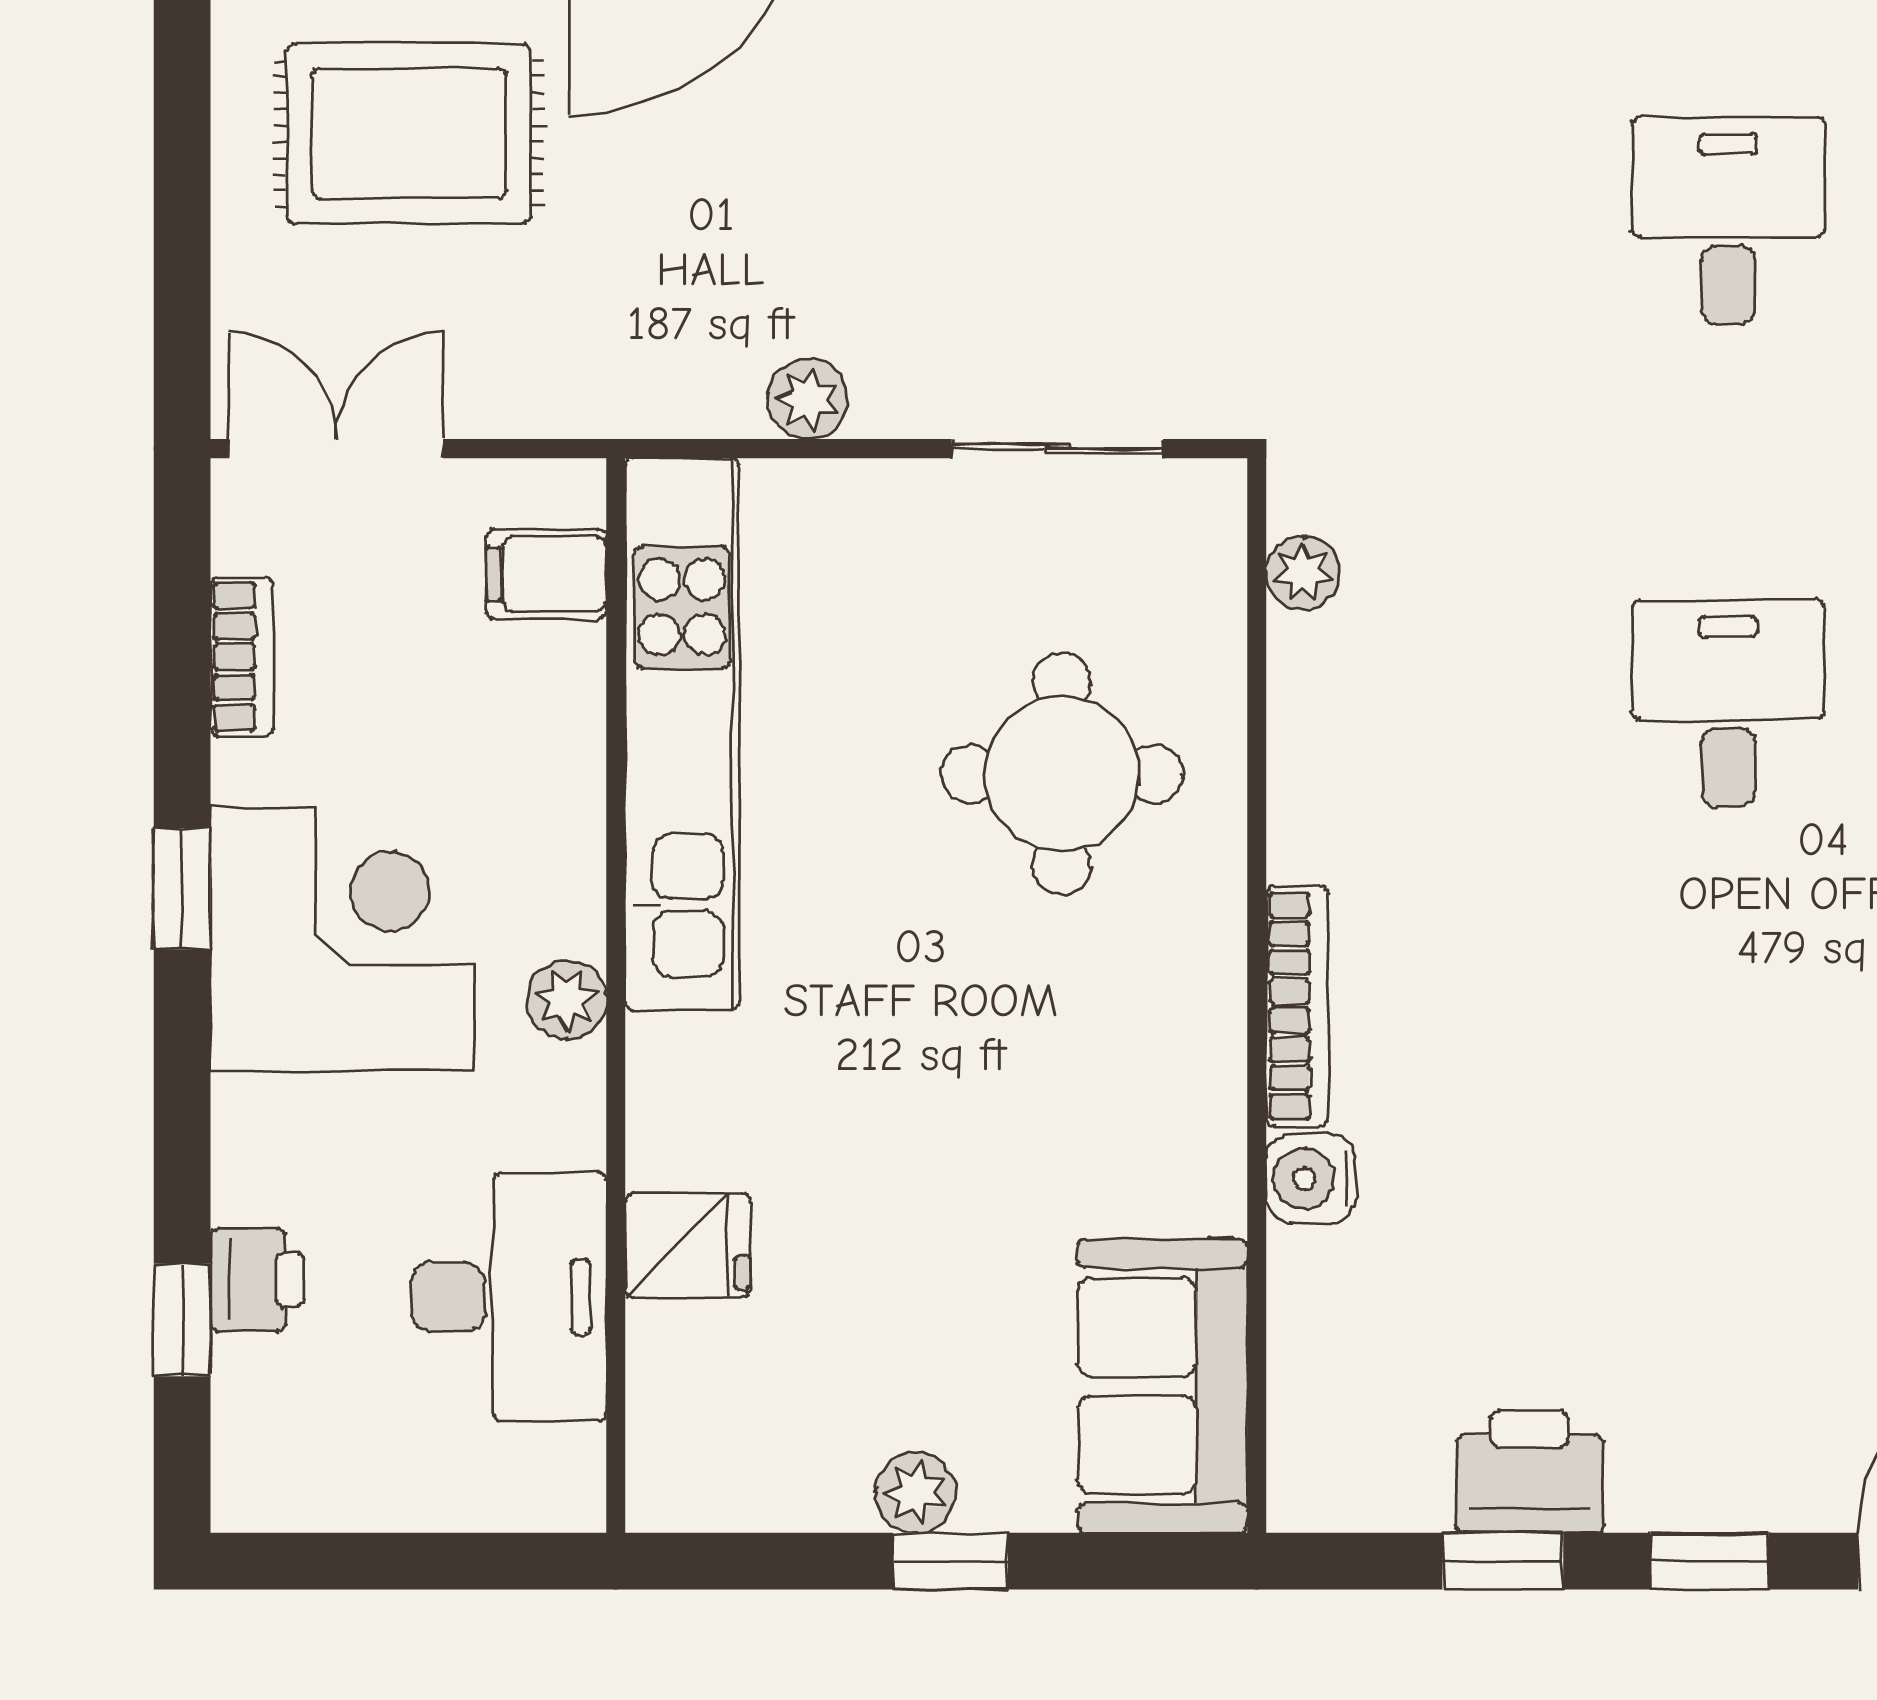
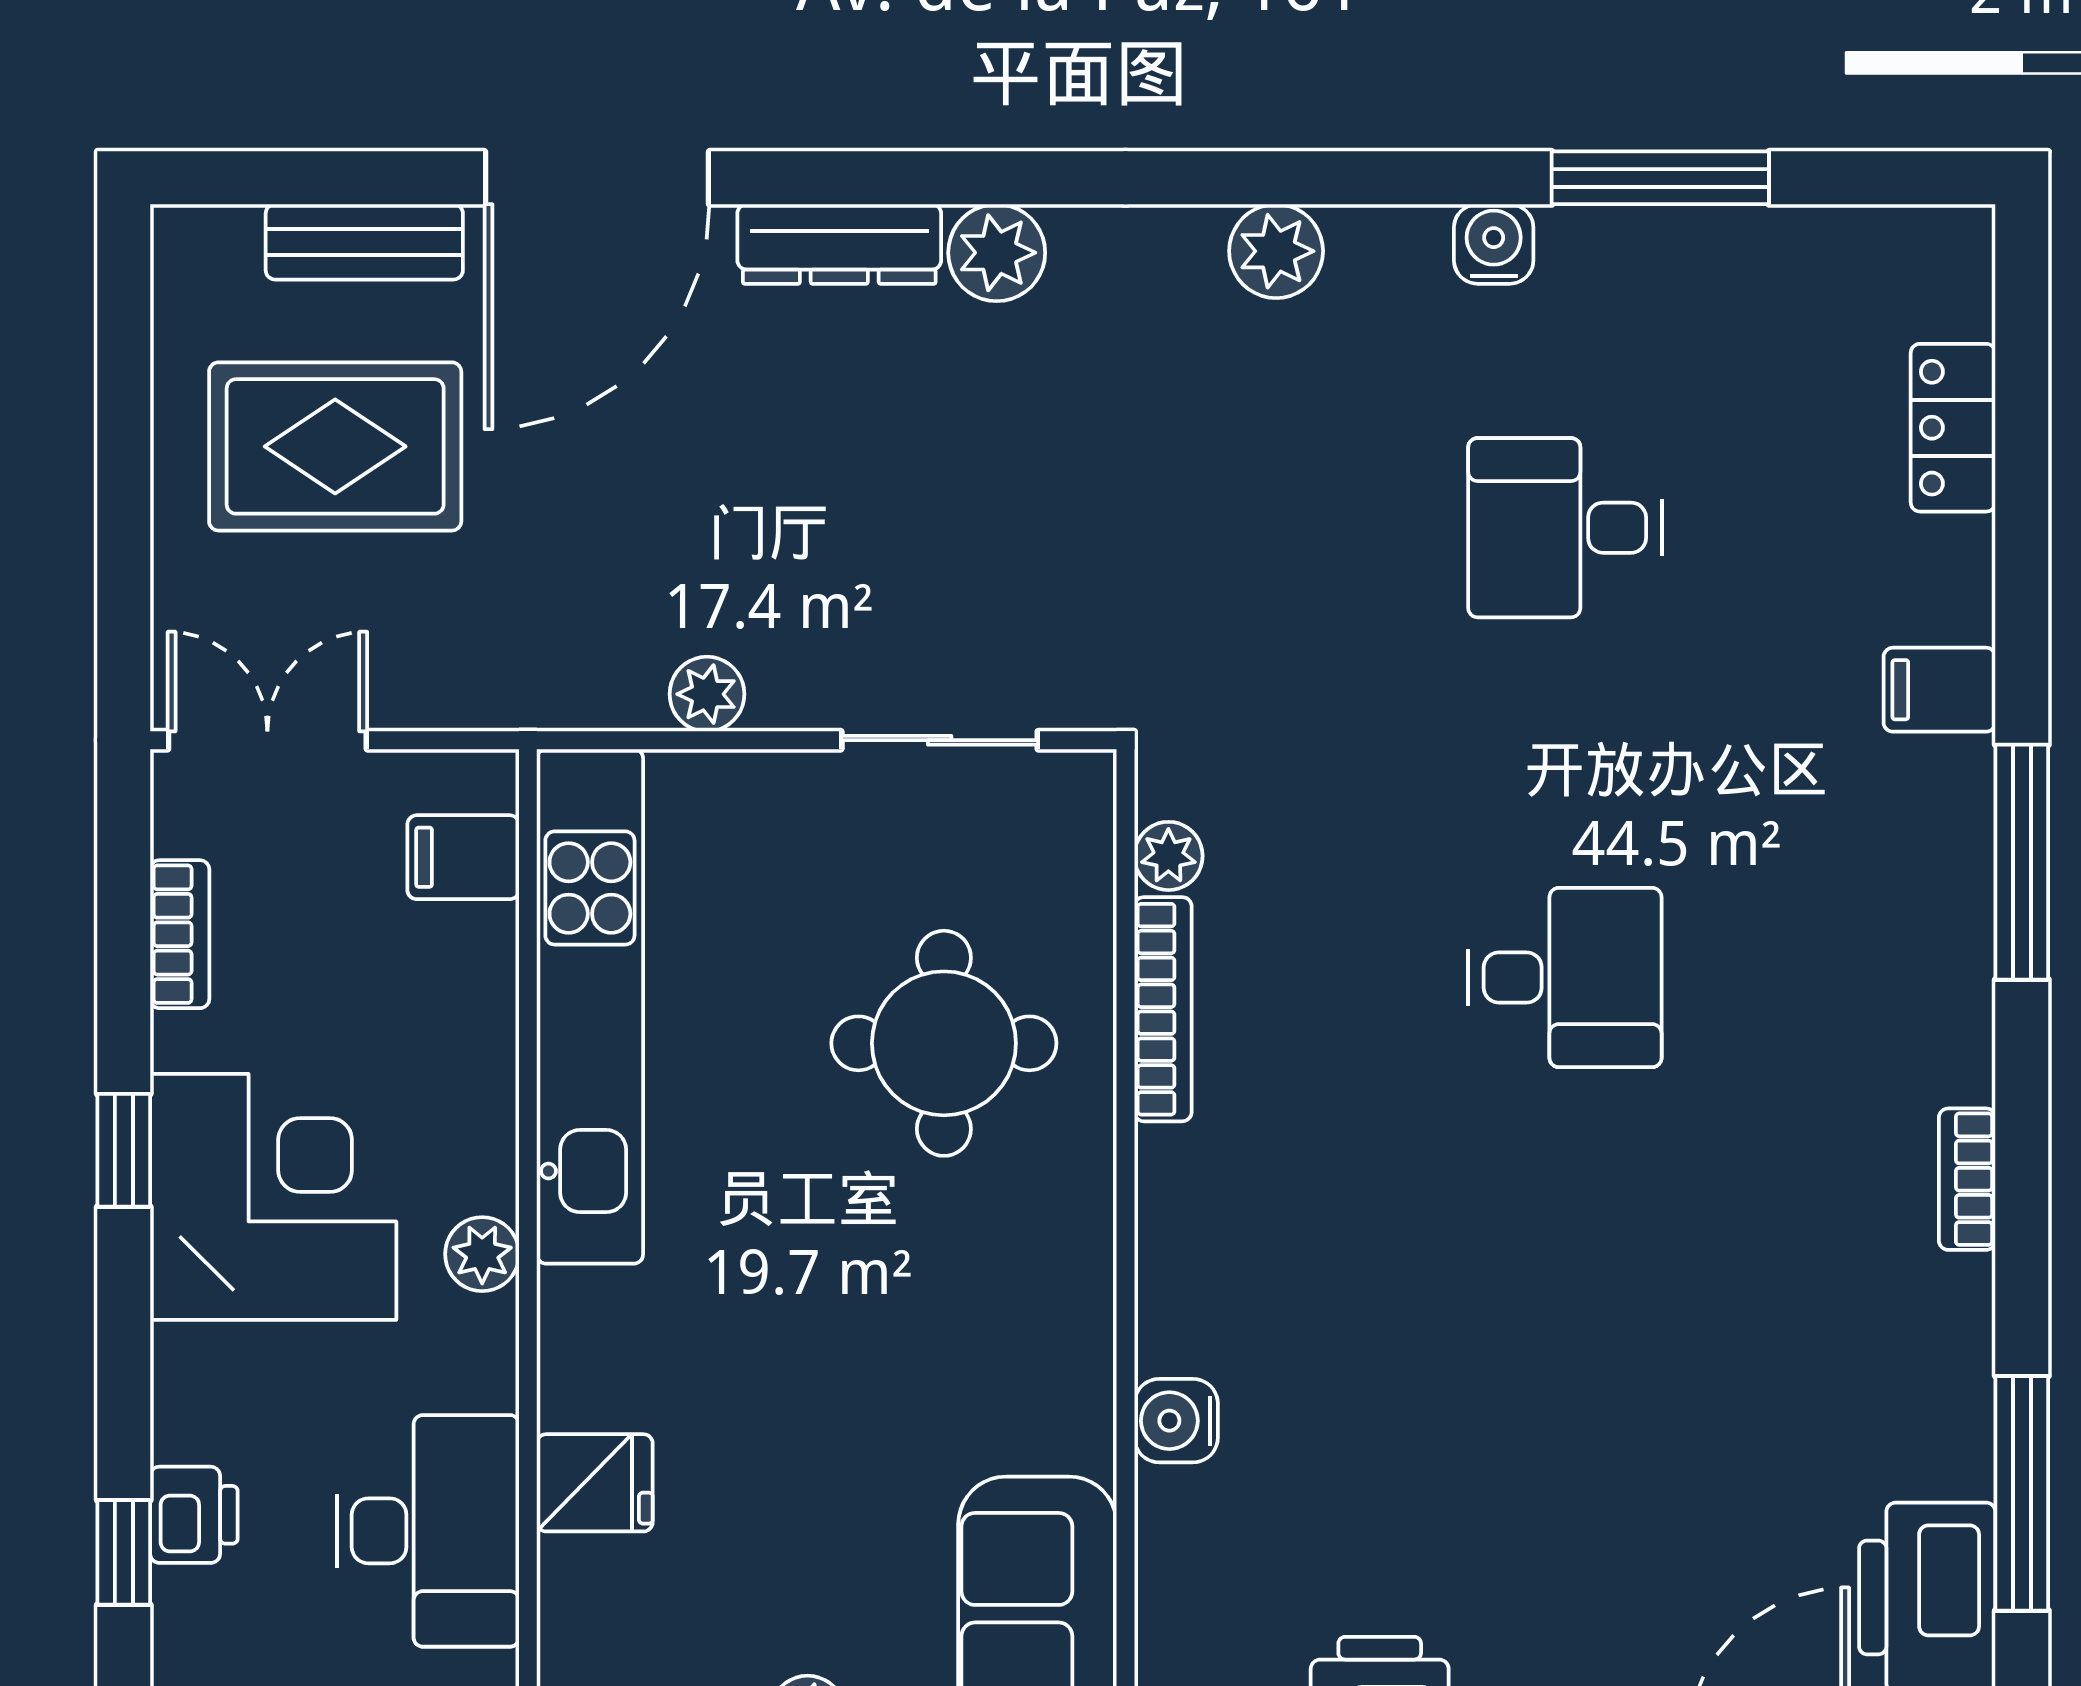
desk: (1728, 221) -> (1565, 528), turned -90
desk: (1728, 703) -> (1565, 977), turned 90
bookcase: (1297, 1006) -> (1163, 1009), moved

